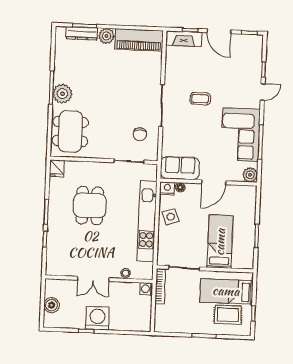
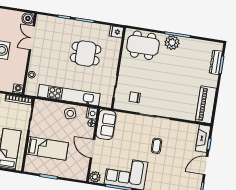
plant: (106, 36) -> (212, 81), removed
double door: (93, 279) -> (32, 38), moved
boiler: (52, 305) -> (28, 18), moved

